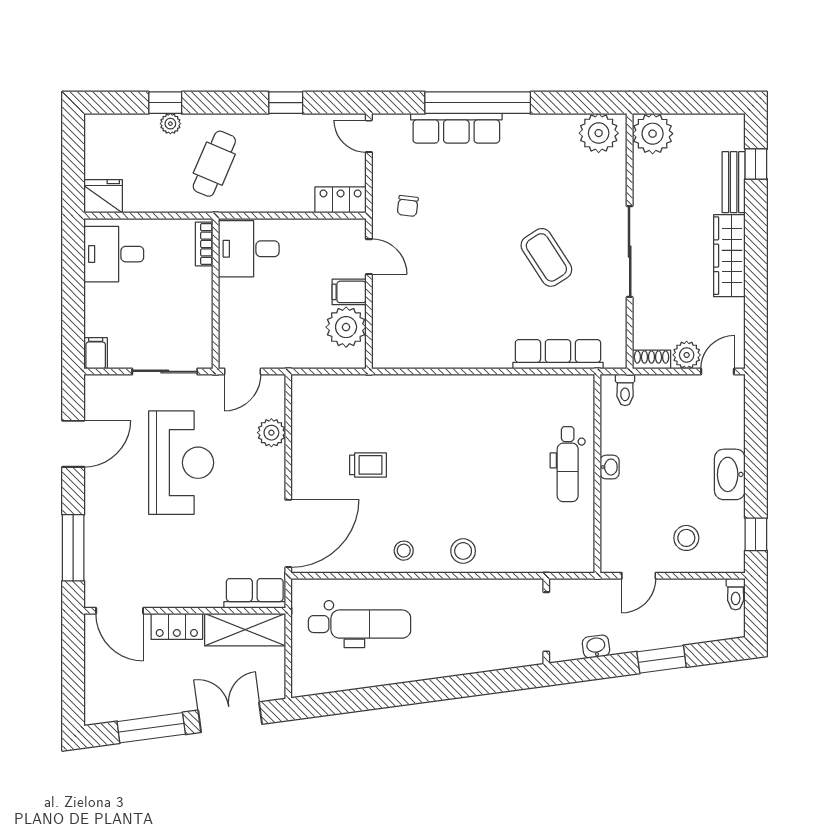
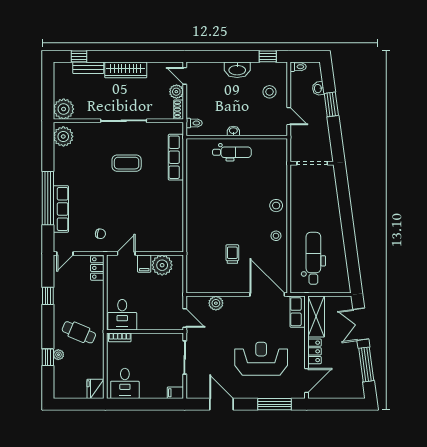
coffee table: (546, 257) -> (127, 163), turned 33
reception desk: (181, 463) -> (261, 359), moved
washbasin: (596, 647) -> (318, 89), moved

